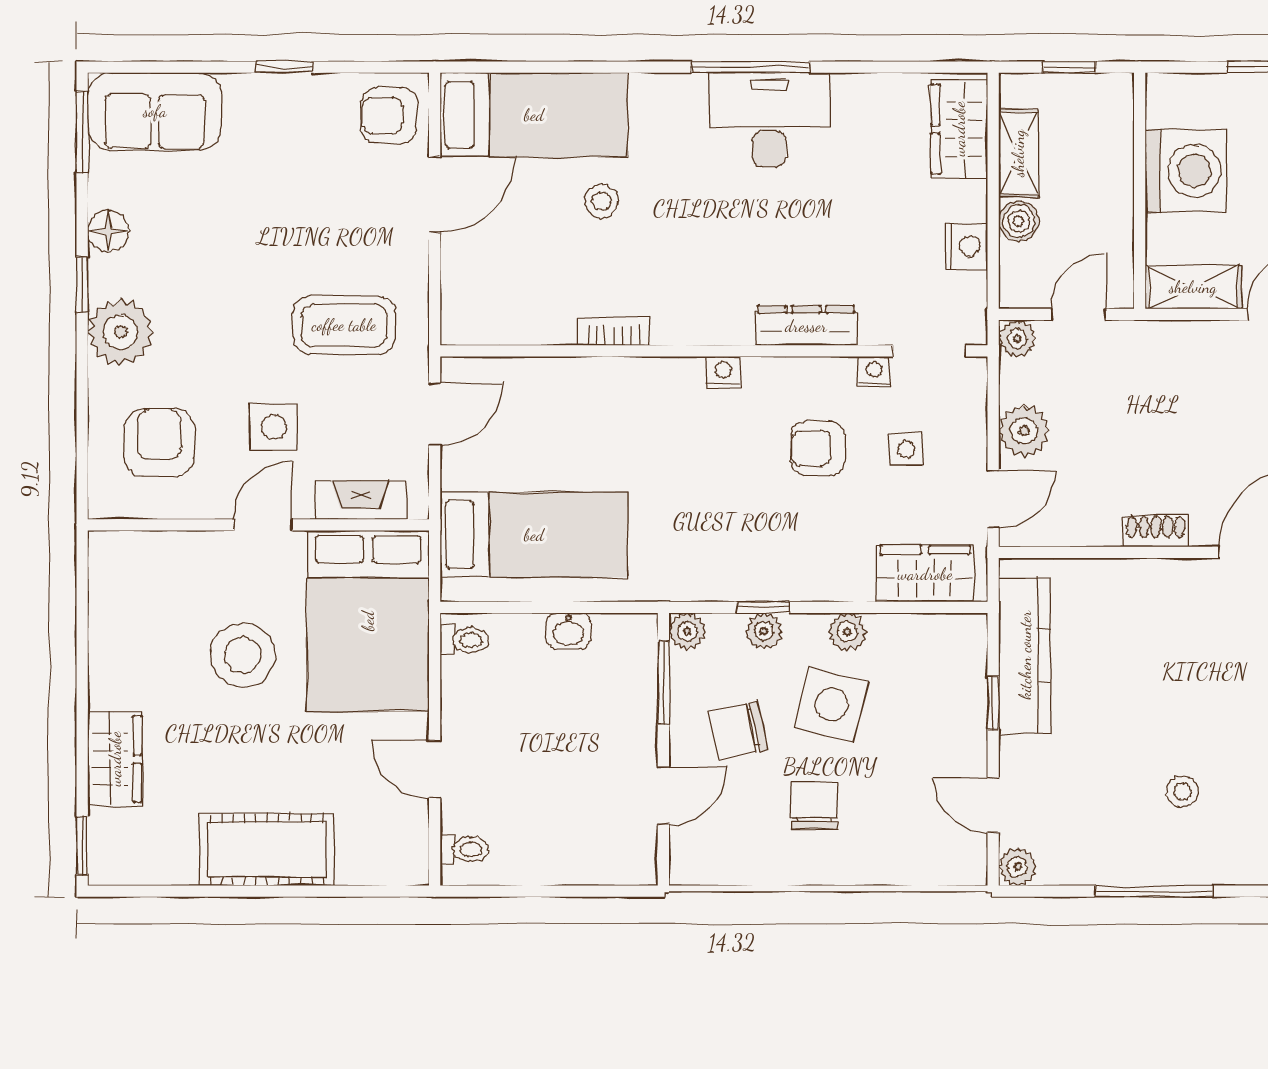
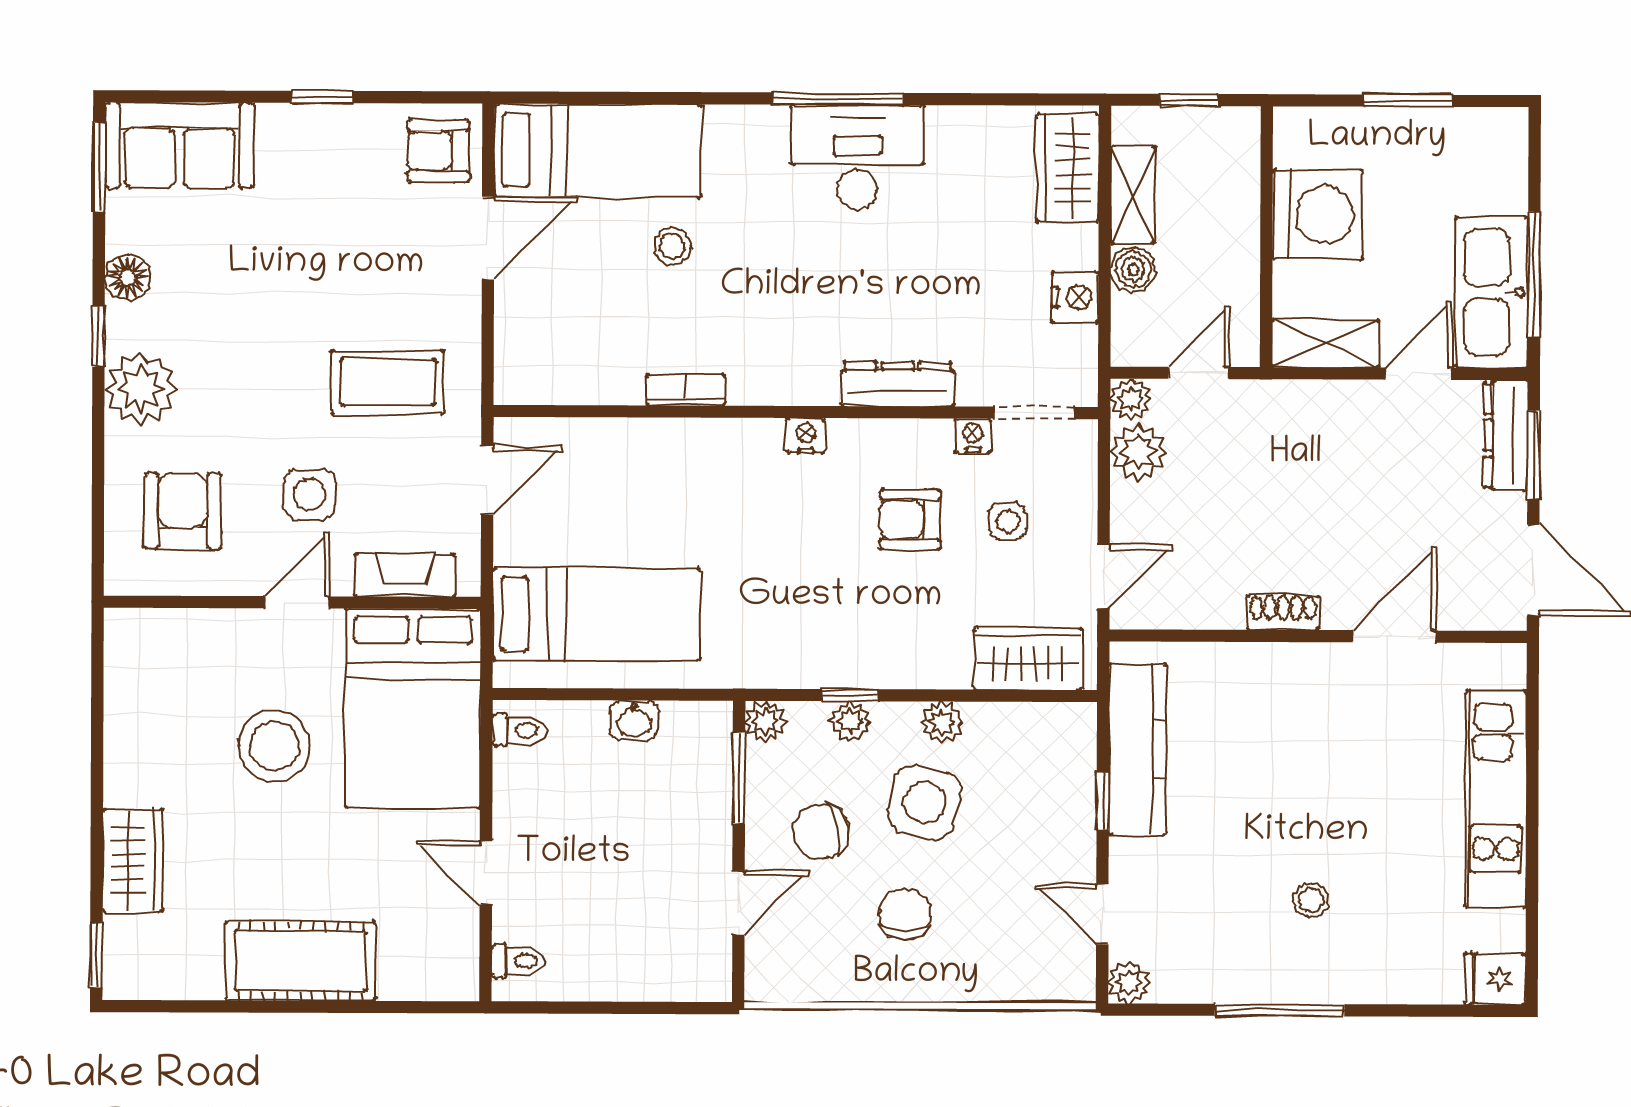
plant: (1024, 431) -> (1138, 452), moved

